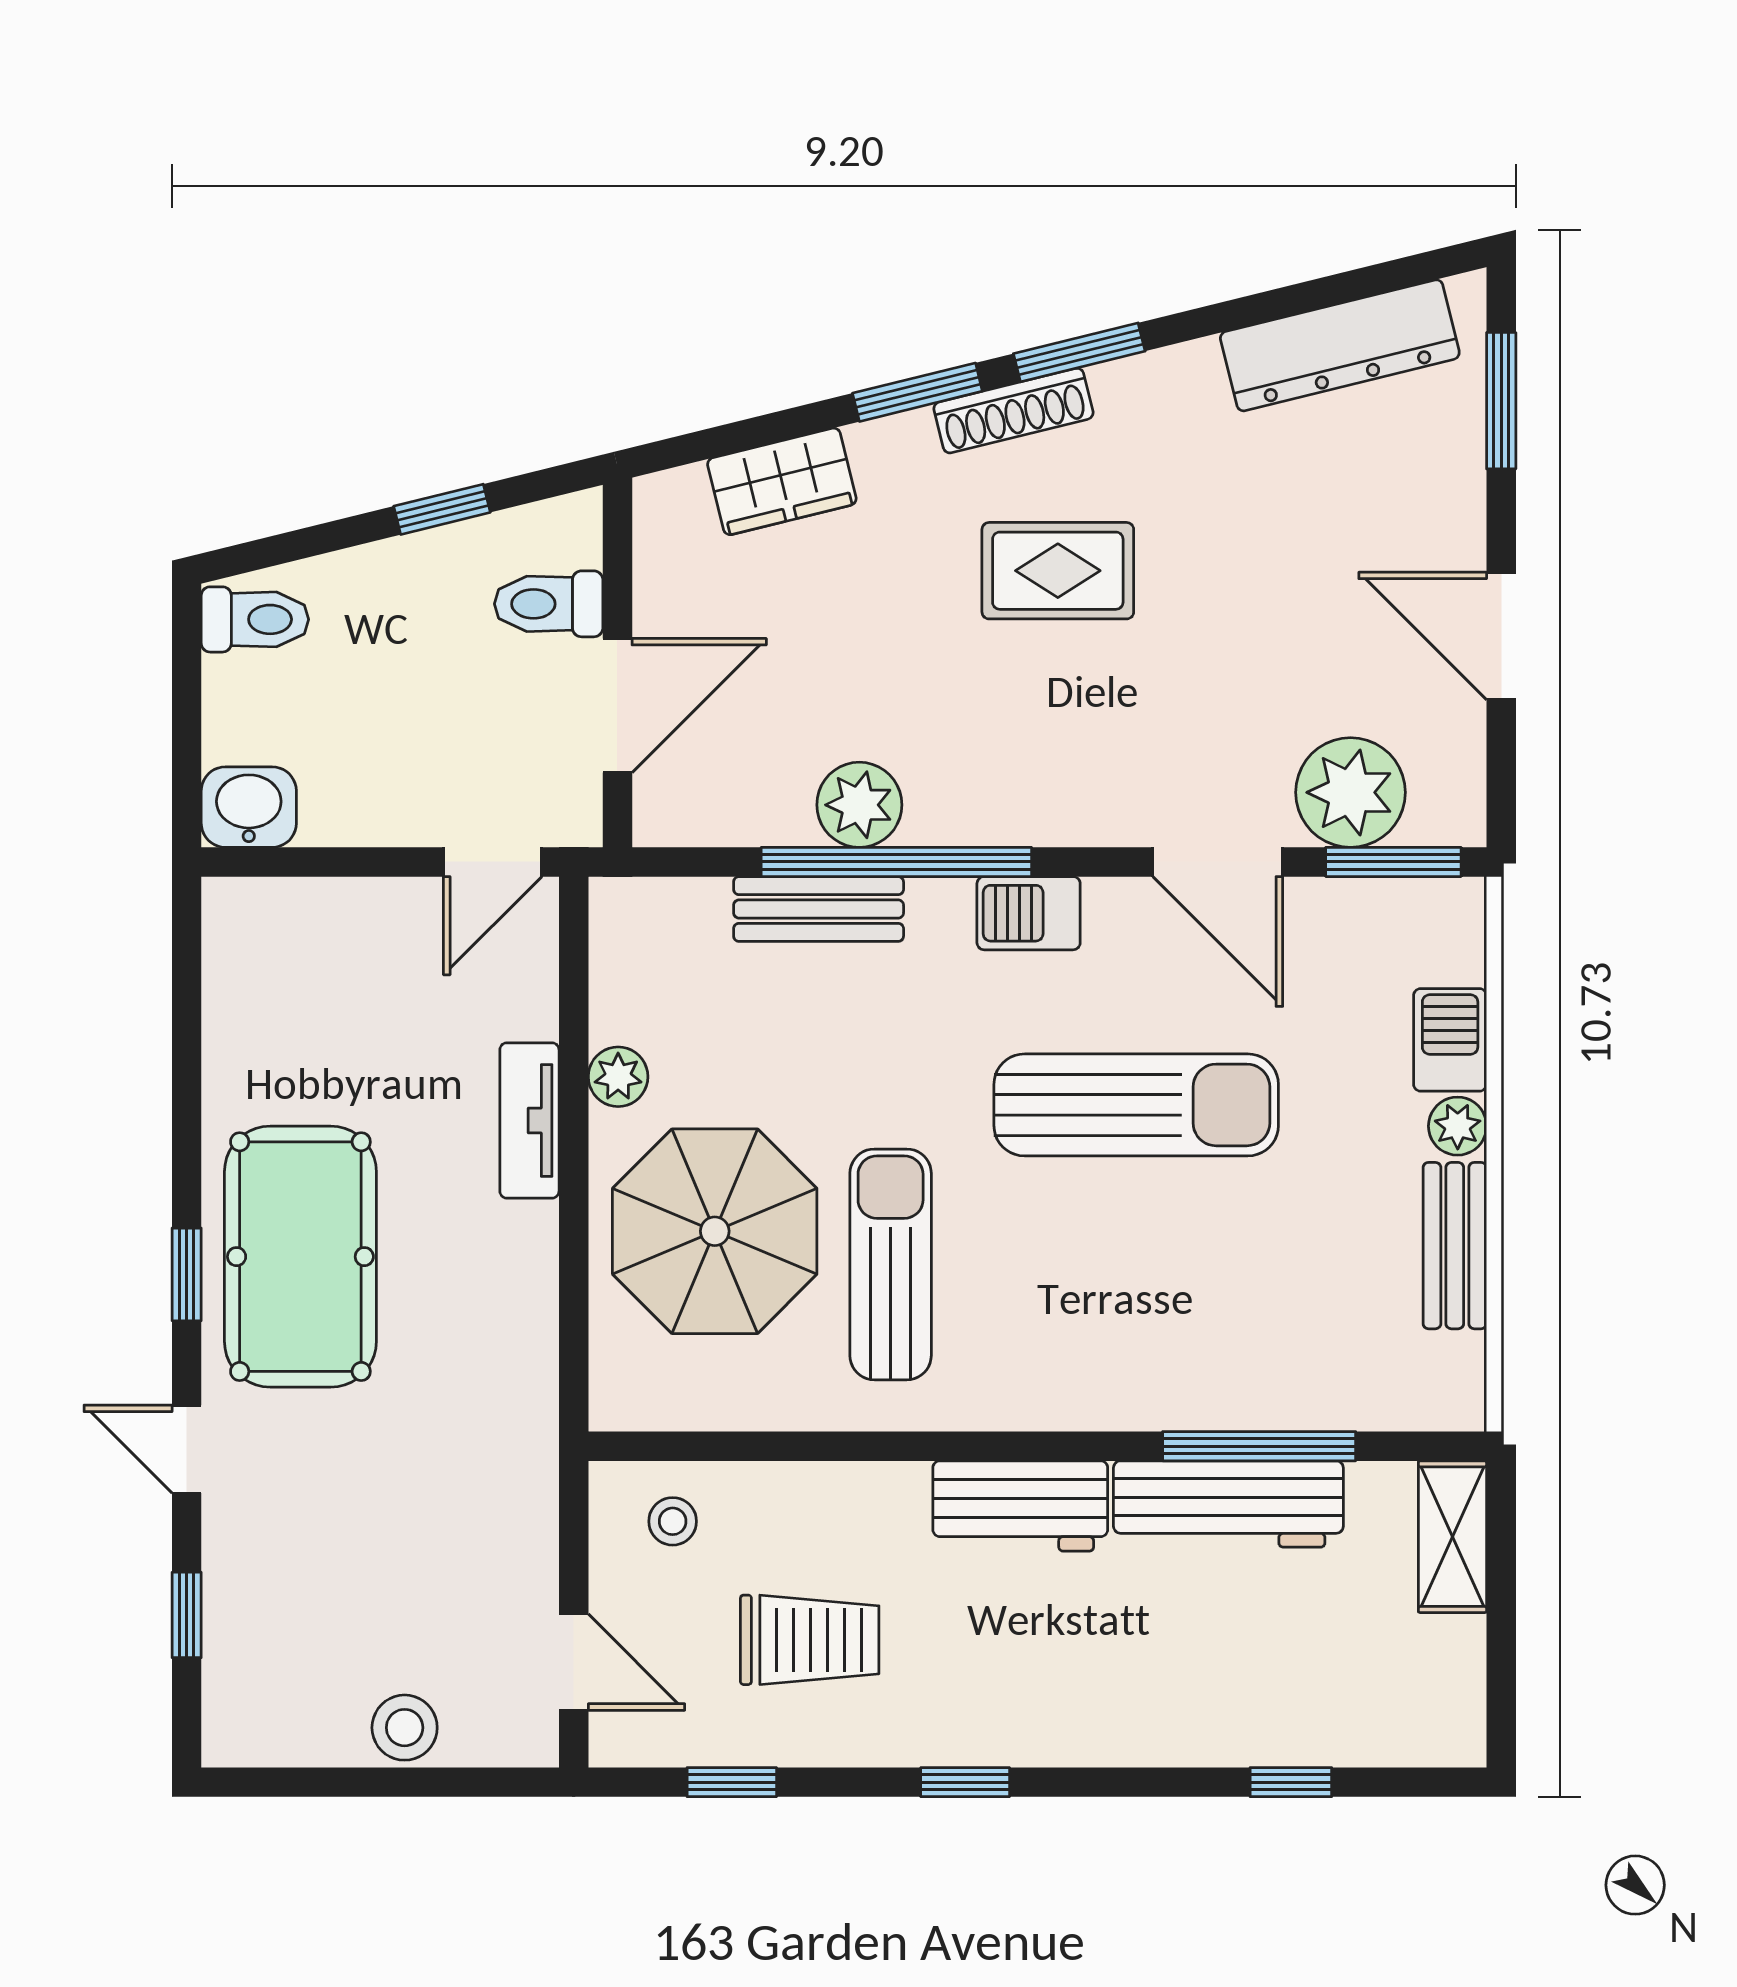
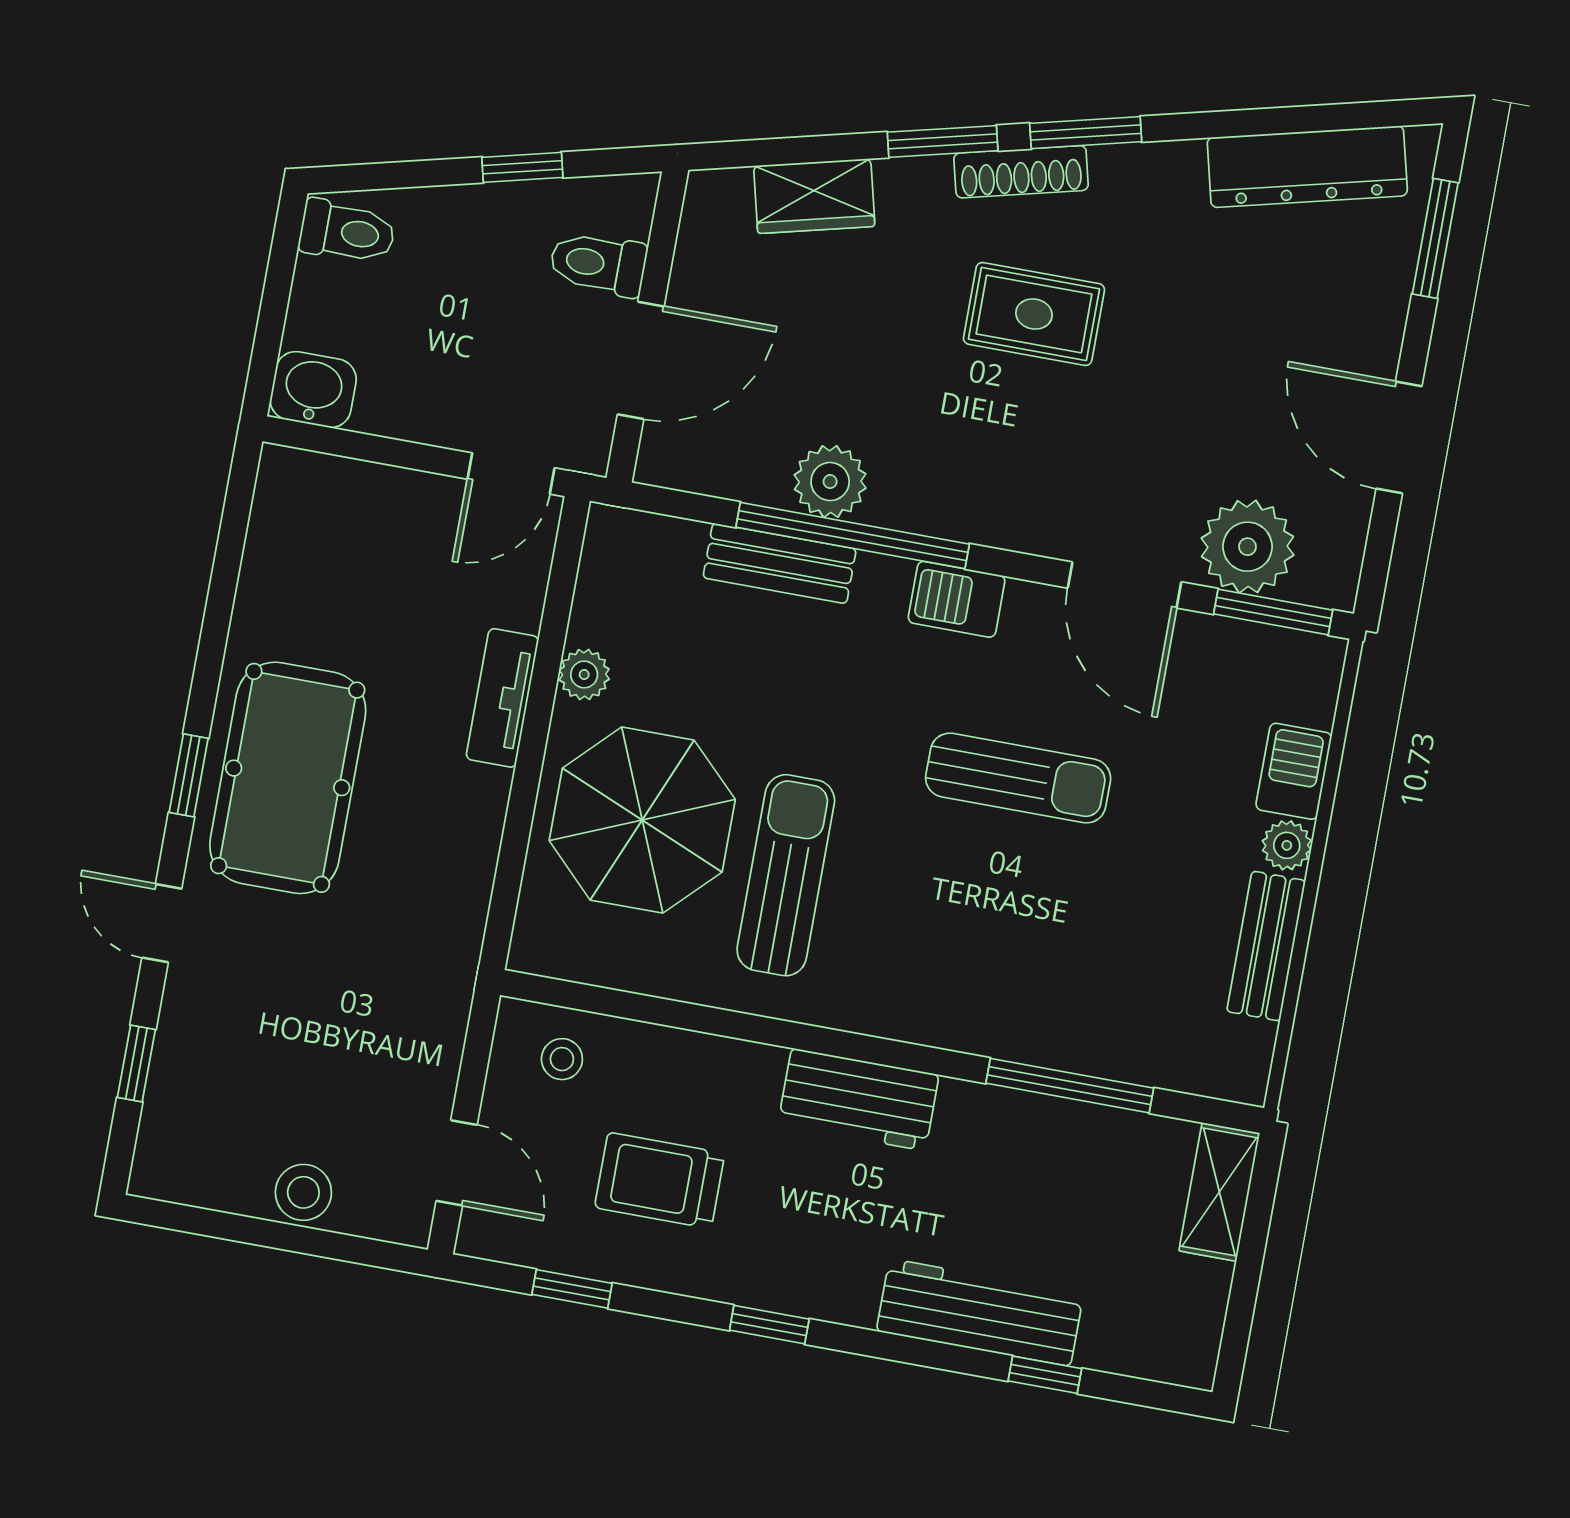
sun lounger: (1136, 1105) -> (1018, 778), width x0.73, depth x0.75
workbench: (1228, 1504) -> (980, 1312), moved, turned 180
trolley: (810, 1640) -> (660, 1180), turned 180

